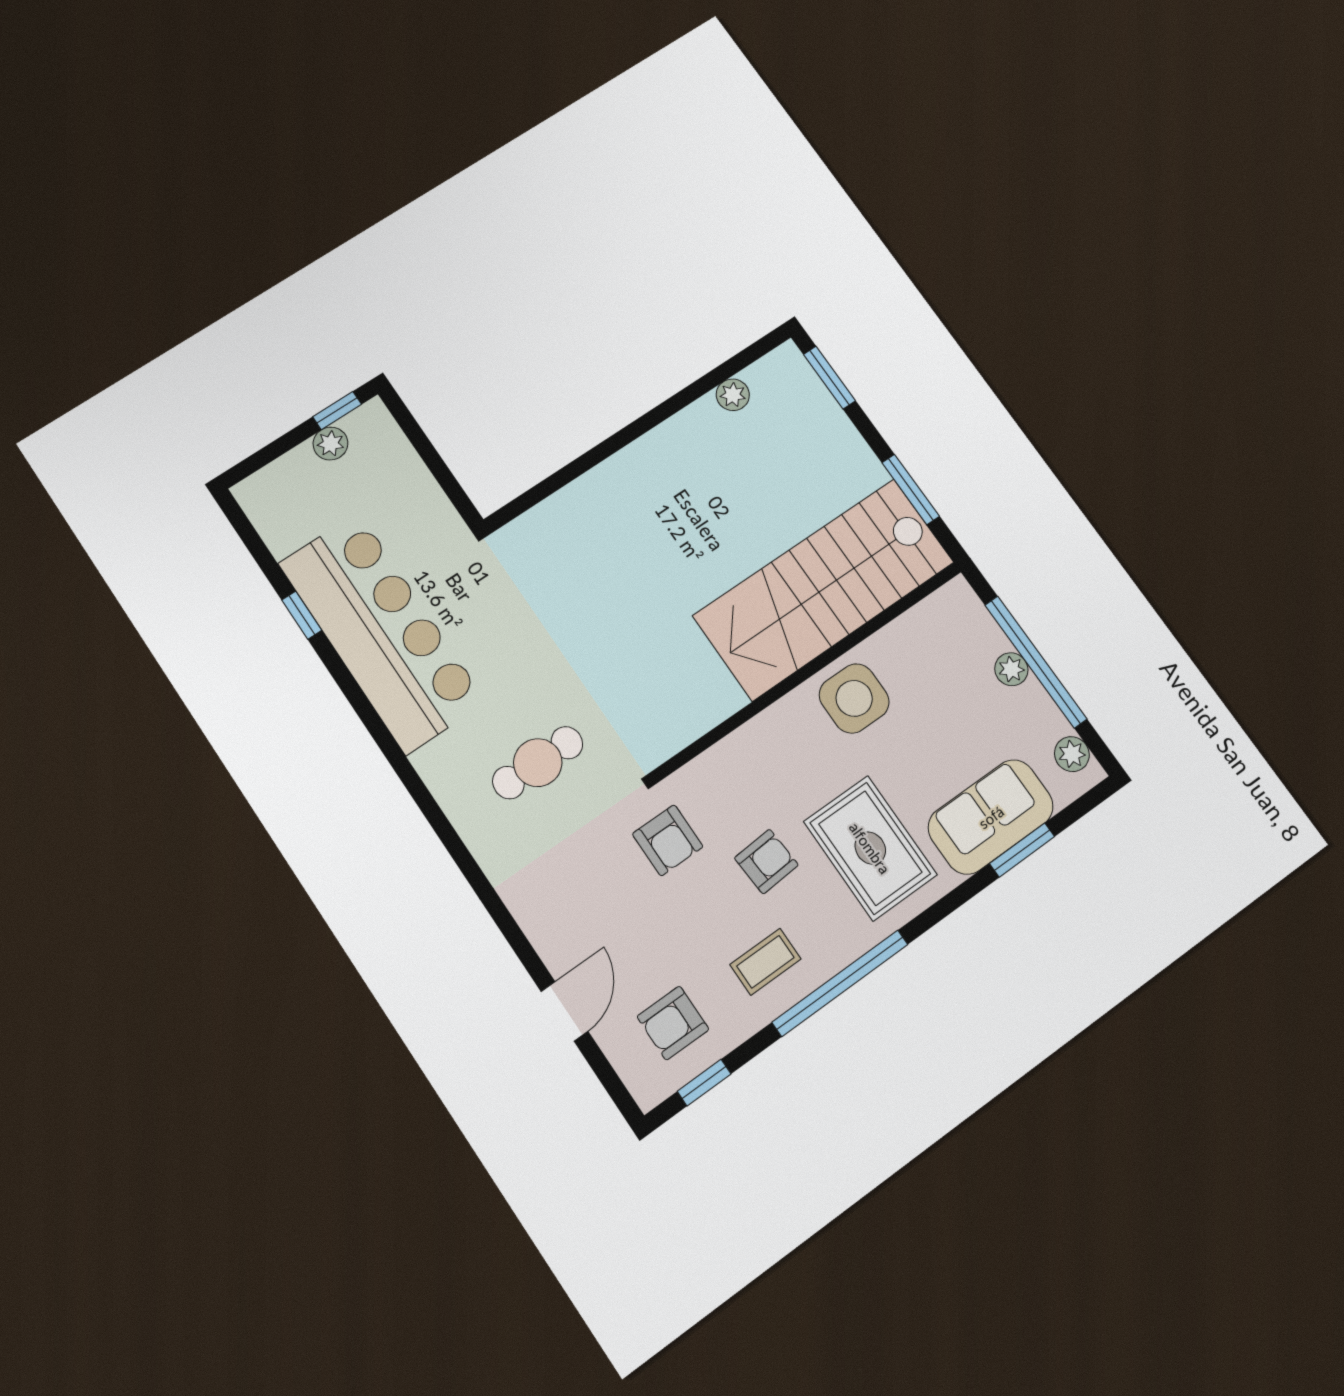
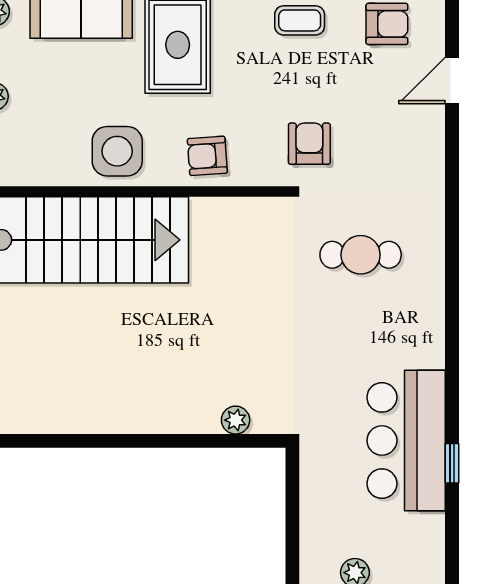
plant: (733, 395) -> (236, 420), moved
bar counter: (382, 632) -> (406, 441), width x0.73
armchair: (766, 861) -> (207, 156), moved

